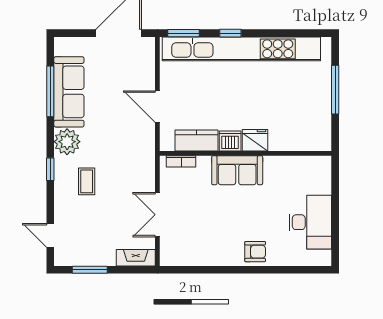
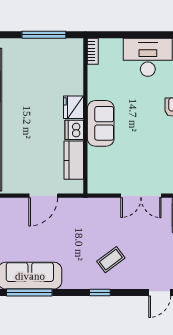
window: (335, 90) -> (44, 35), moved
plant: (67, 142) -> (75, 277), removed
bookcase: (181, 161) -> (93, 51), moved
coffee table: (87, 181) -> (111, 260), turned -37

